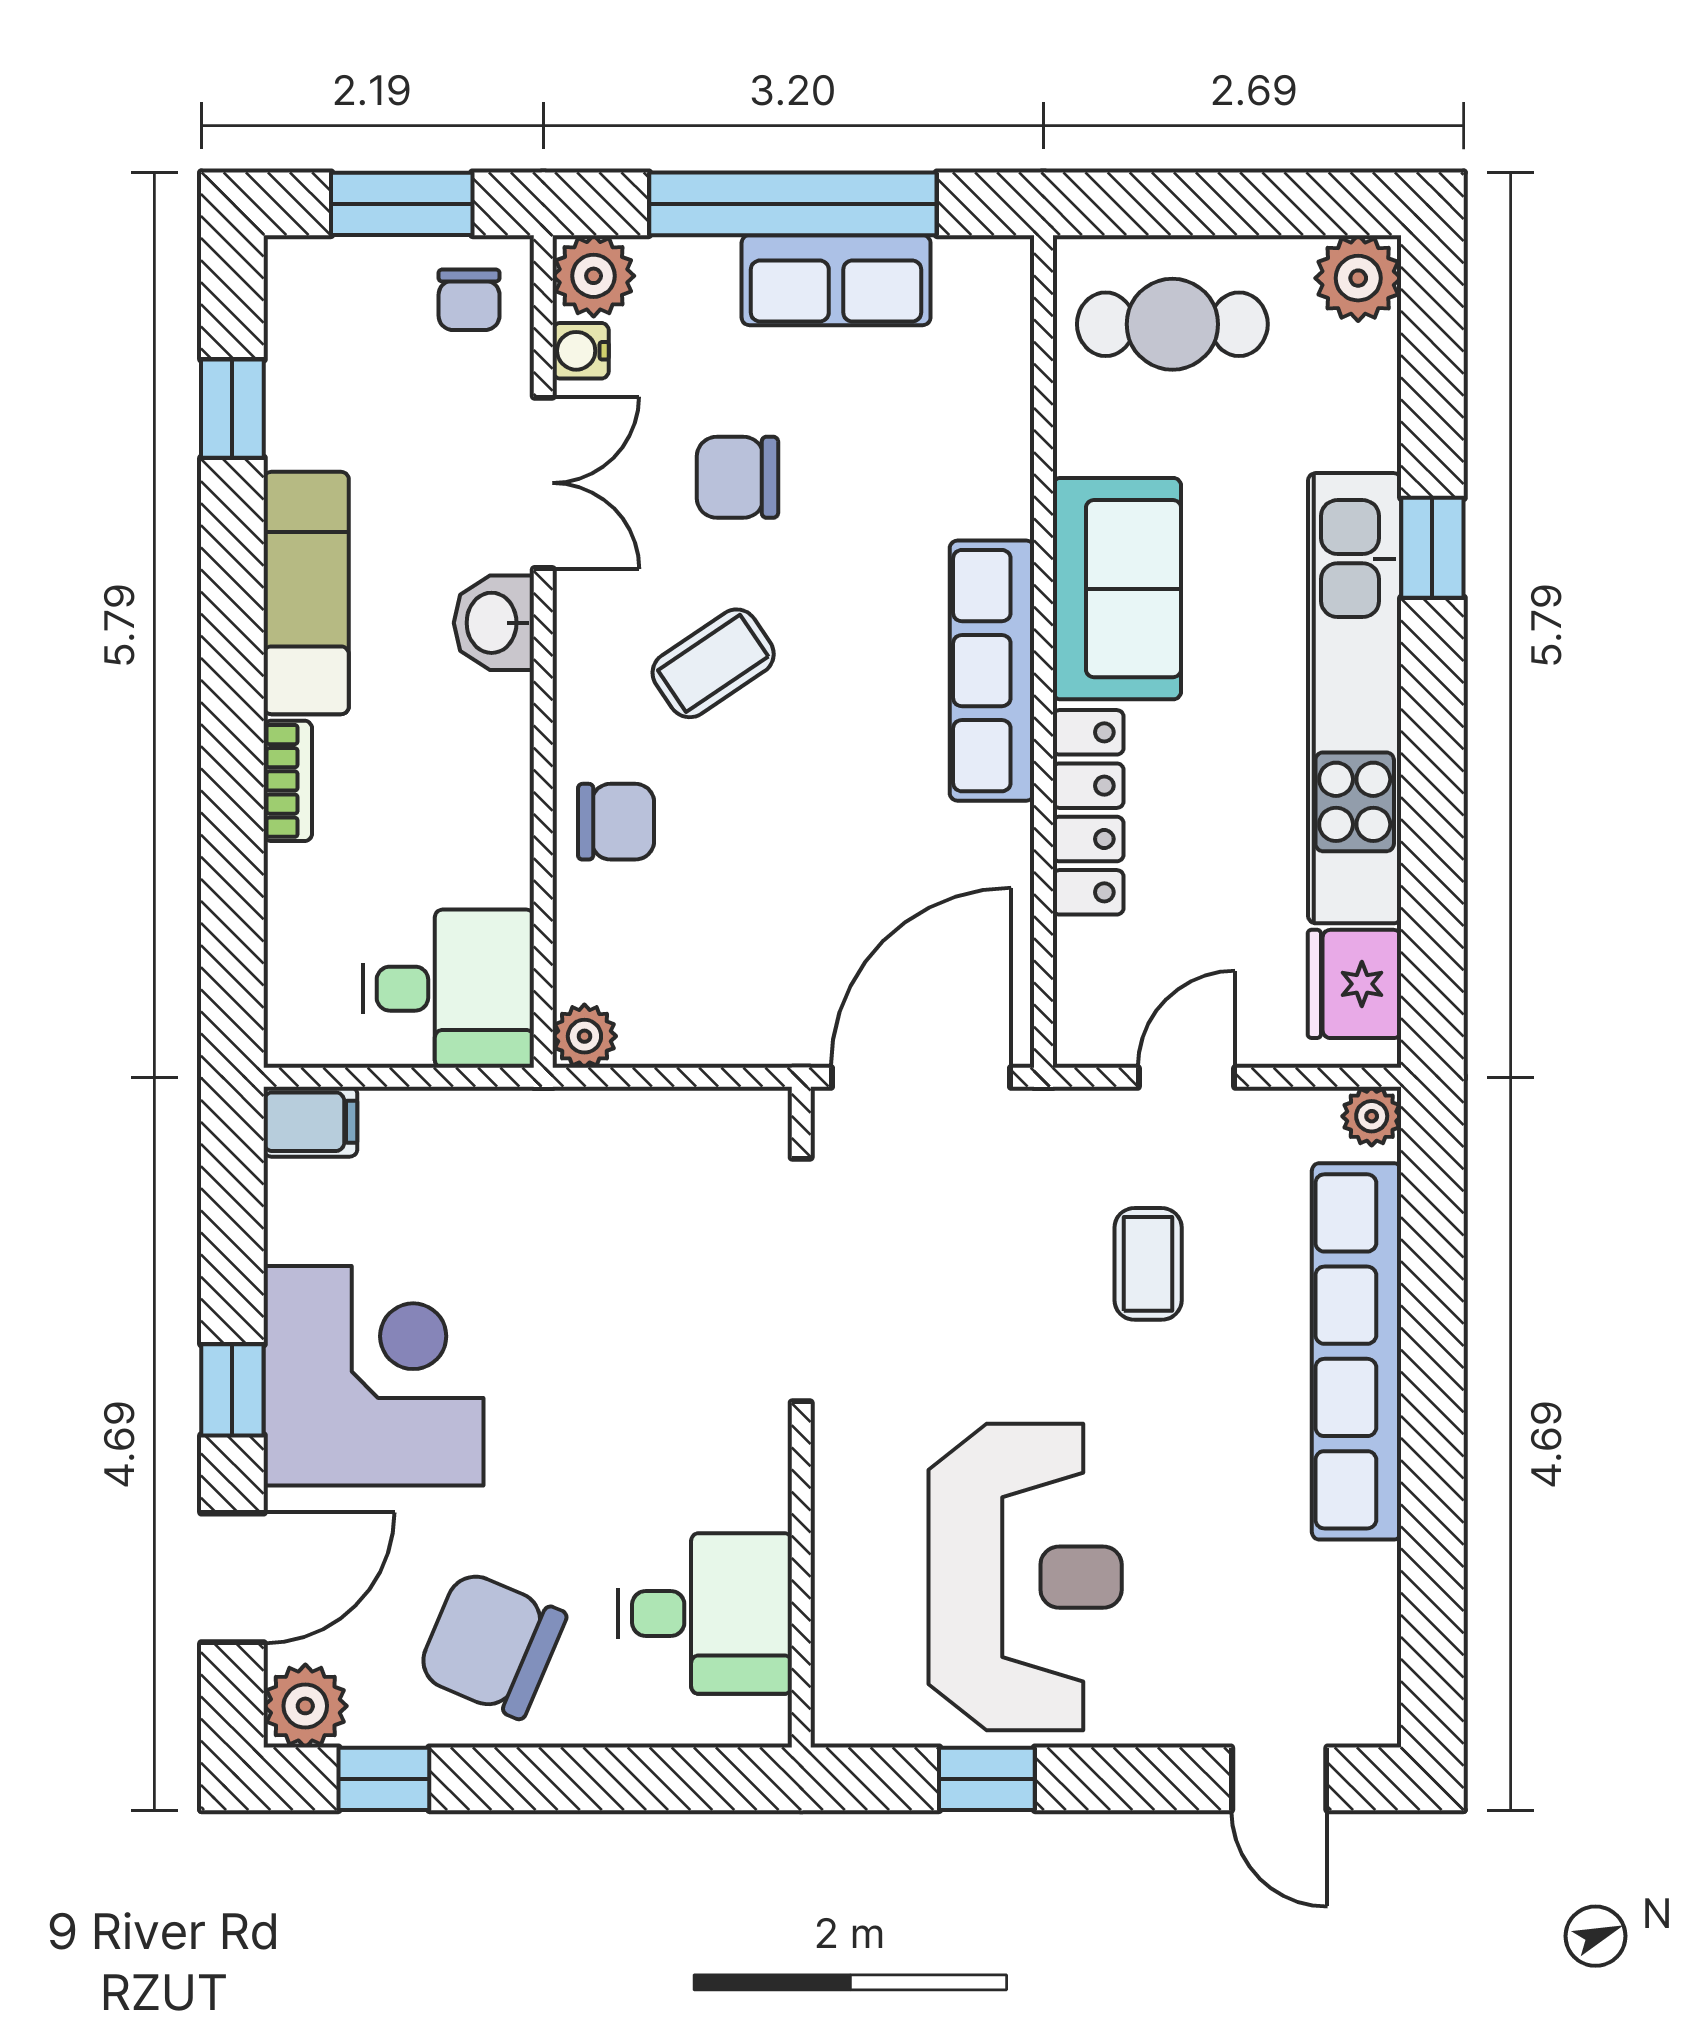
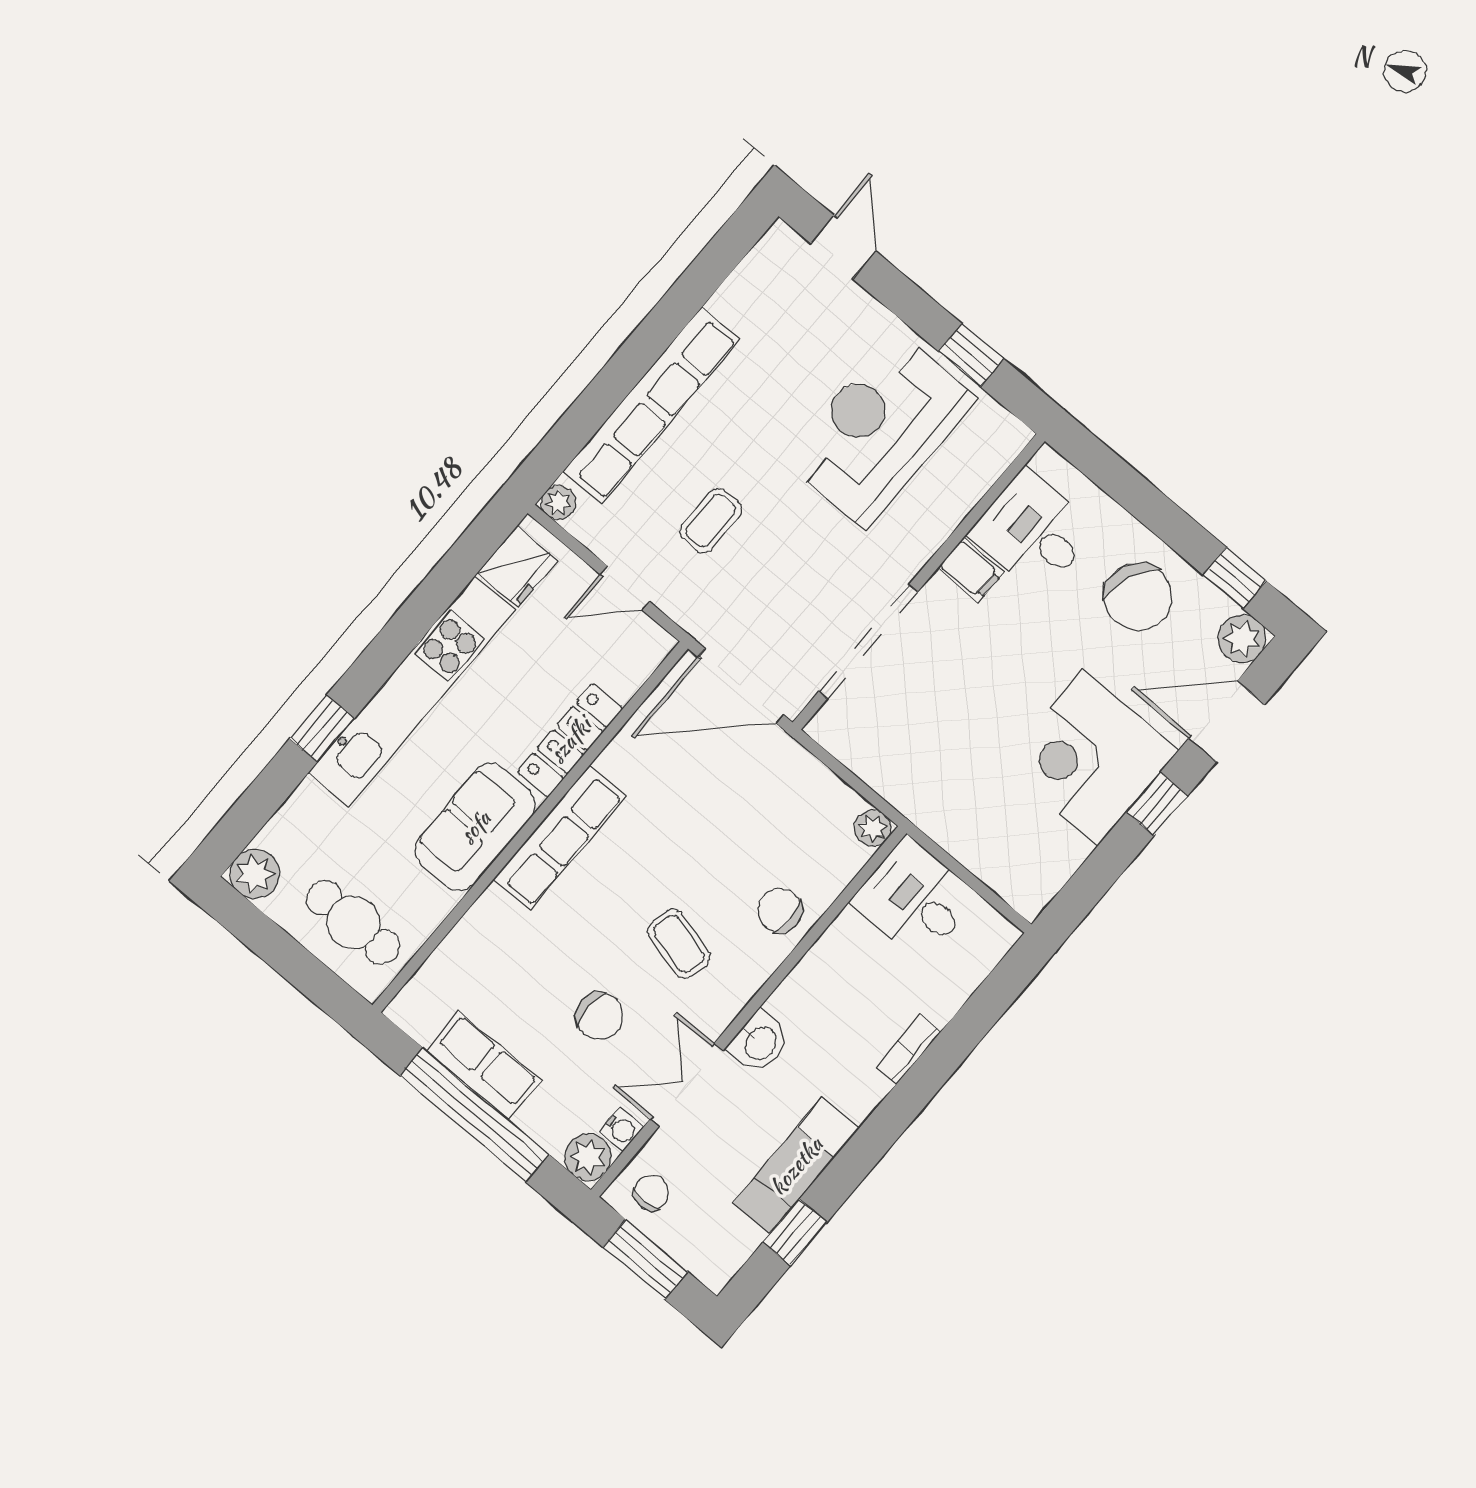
exam couch: (306, 593) -> (796, 1166), moved
coffee table: (713, 663) -> (679, 944), turned 49
filing cabinet: (310, 1122) -> (971, 570), moved, turned 180

